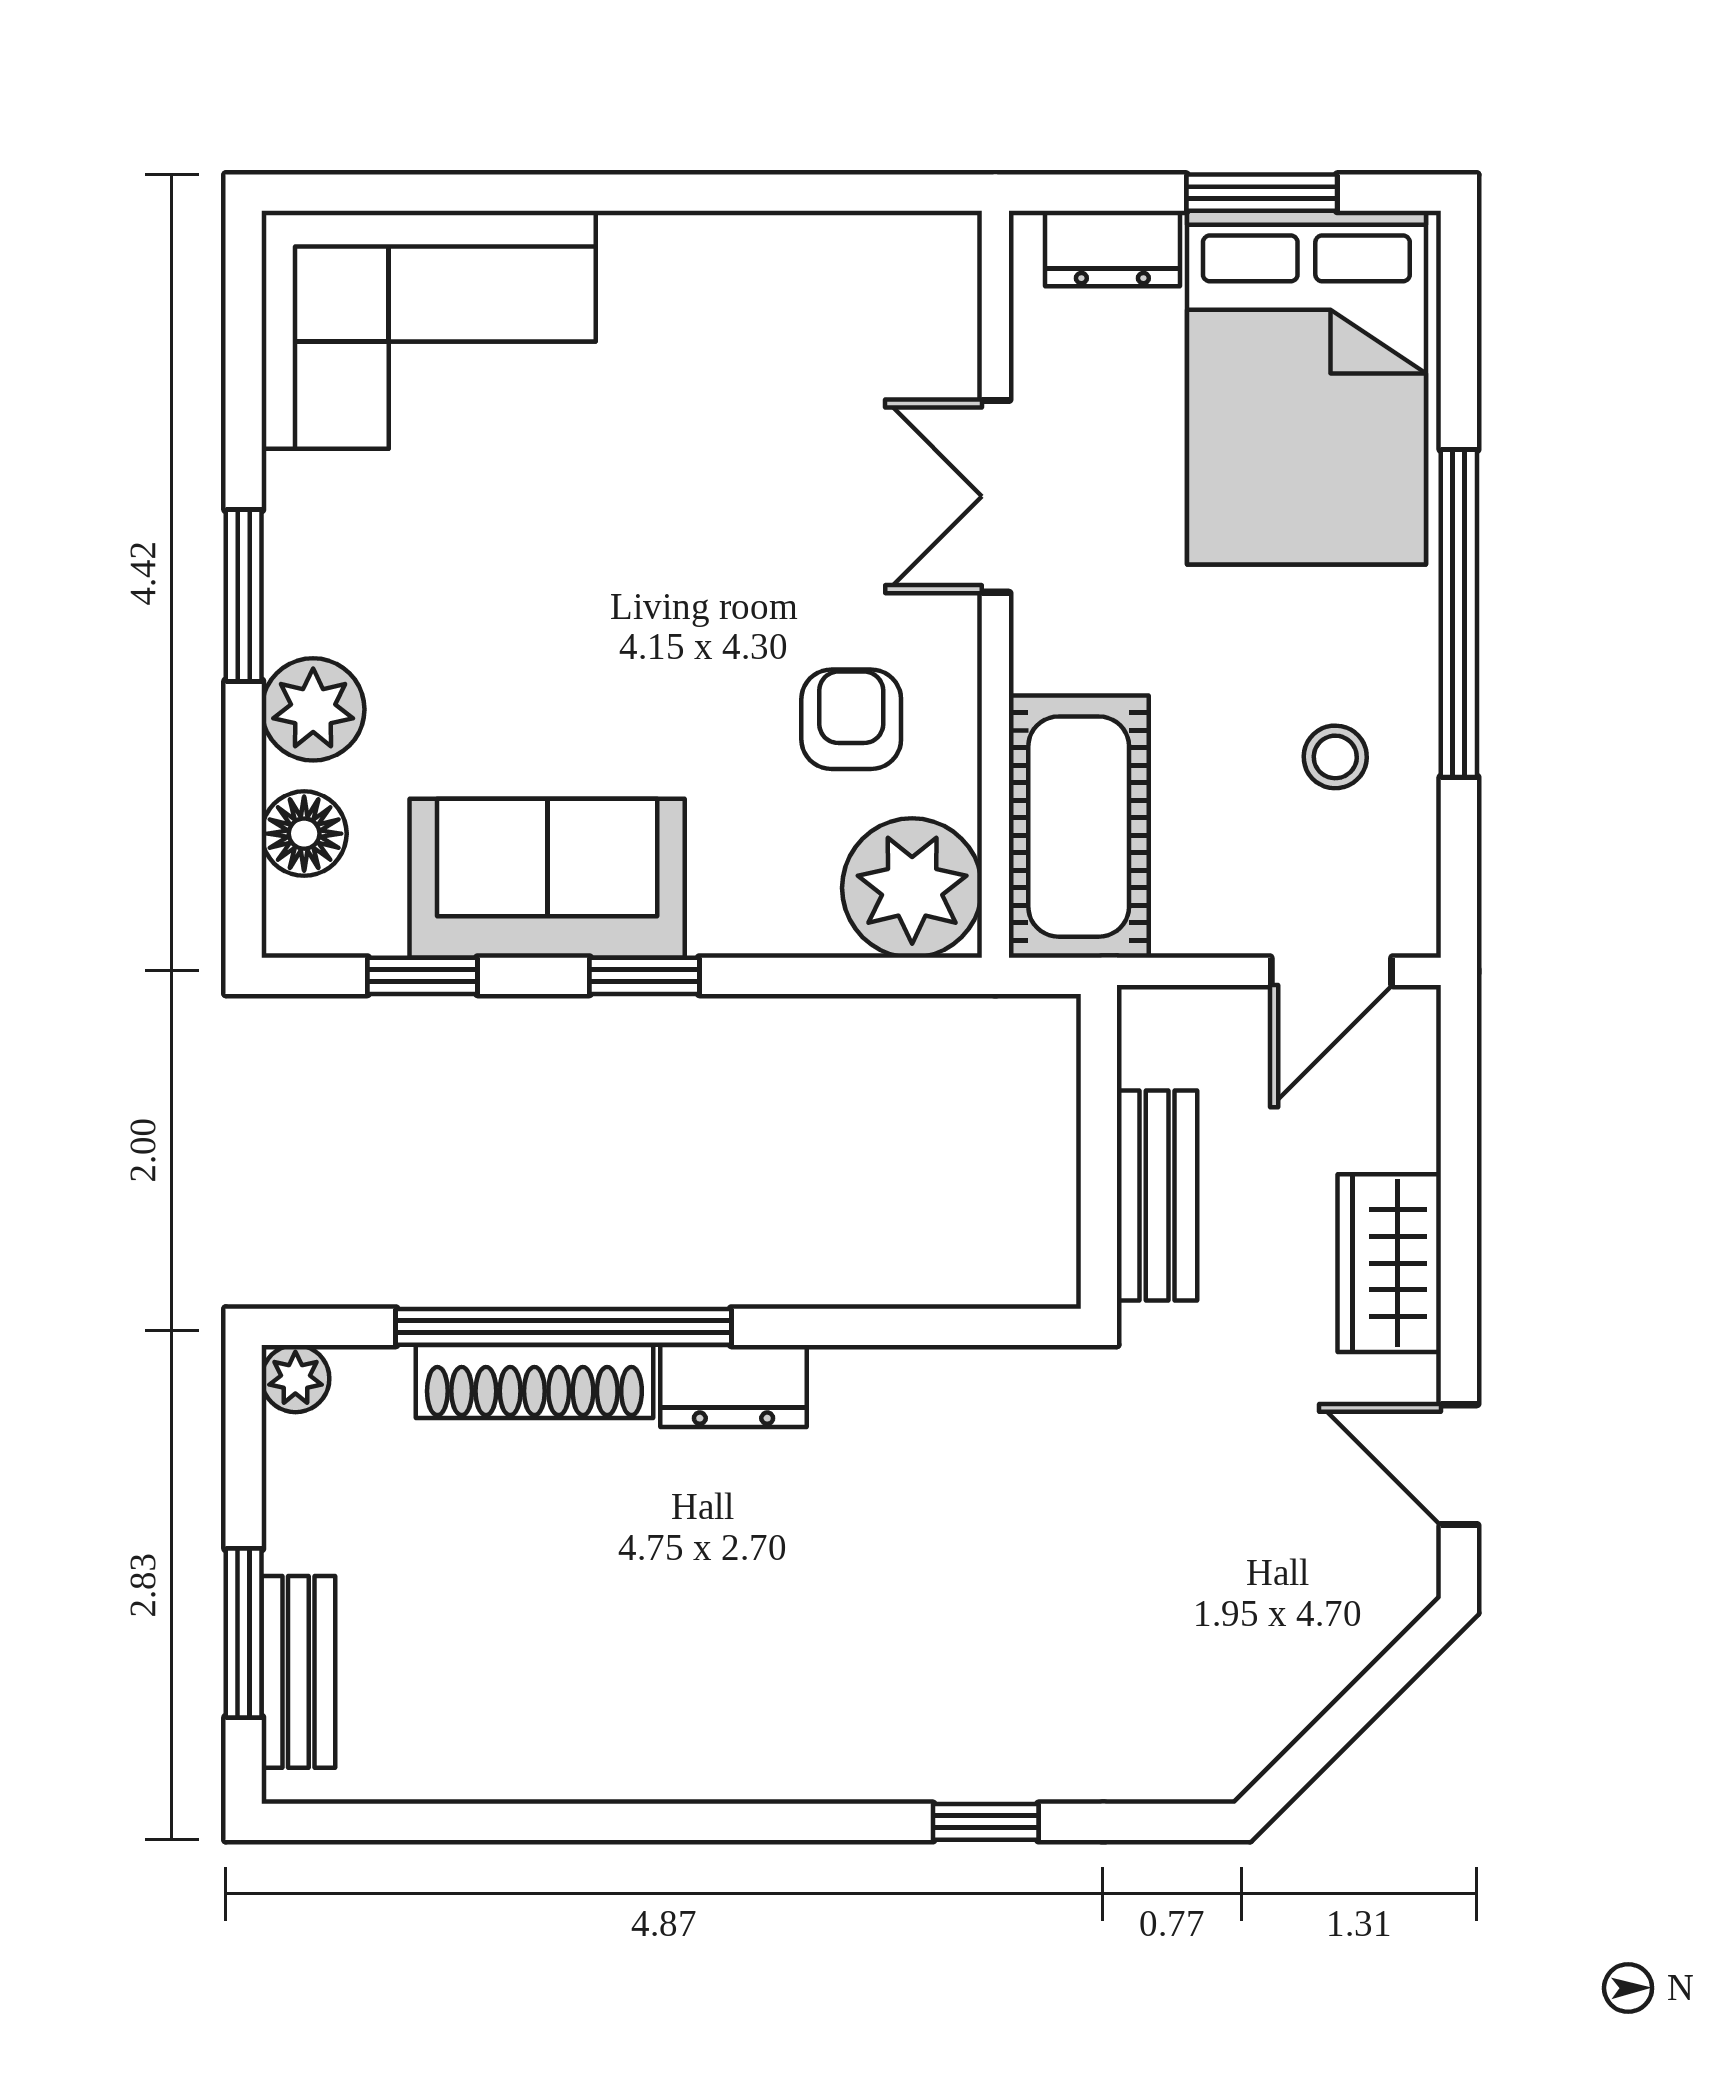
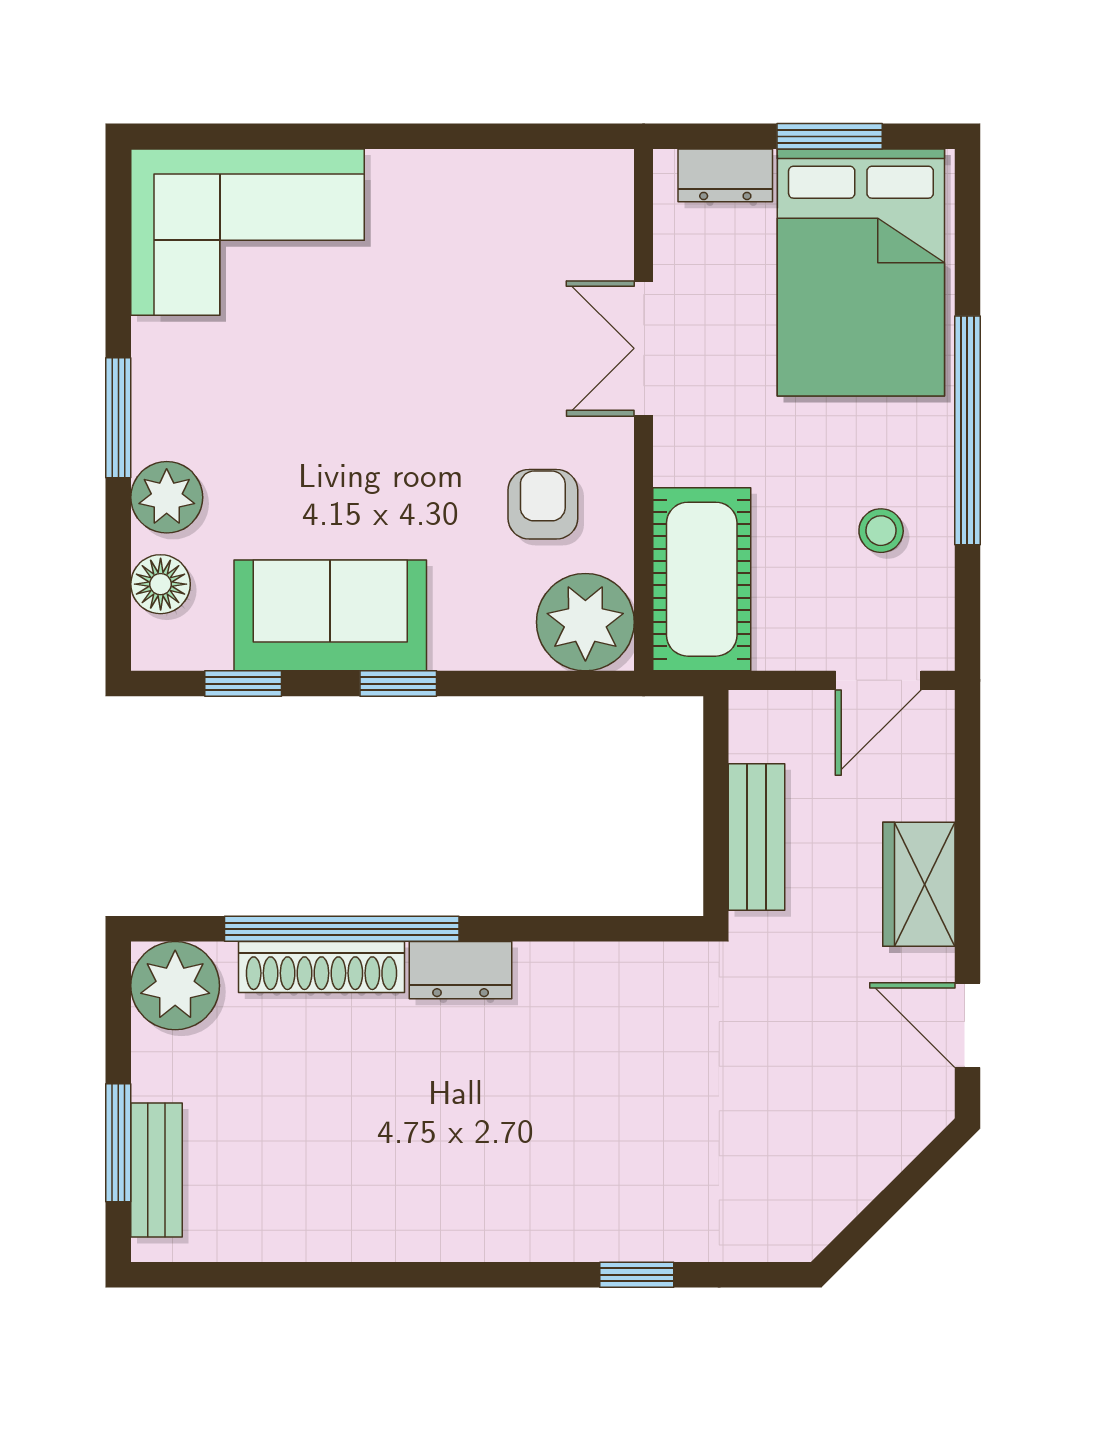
plant: (295, 1379) -> (175, 986), width x1.87, depth x1.87

